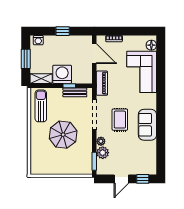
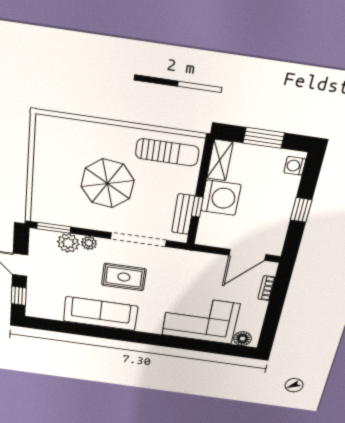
piano: (102, 83) -> (192, 259), removed
sofa: (147, 125) -> (101, 314), width x1.36

